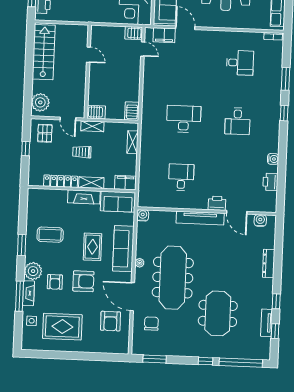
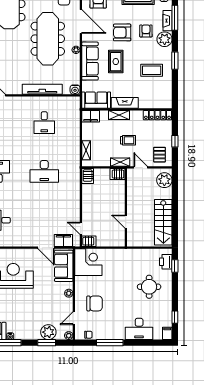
locker: (61, 181) -> (157, 115), moved
printer: (217, 203) -> (14, 102), removed
tv unit: (200, 218) -> (42, 89), moved

